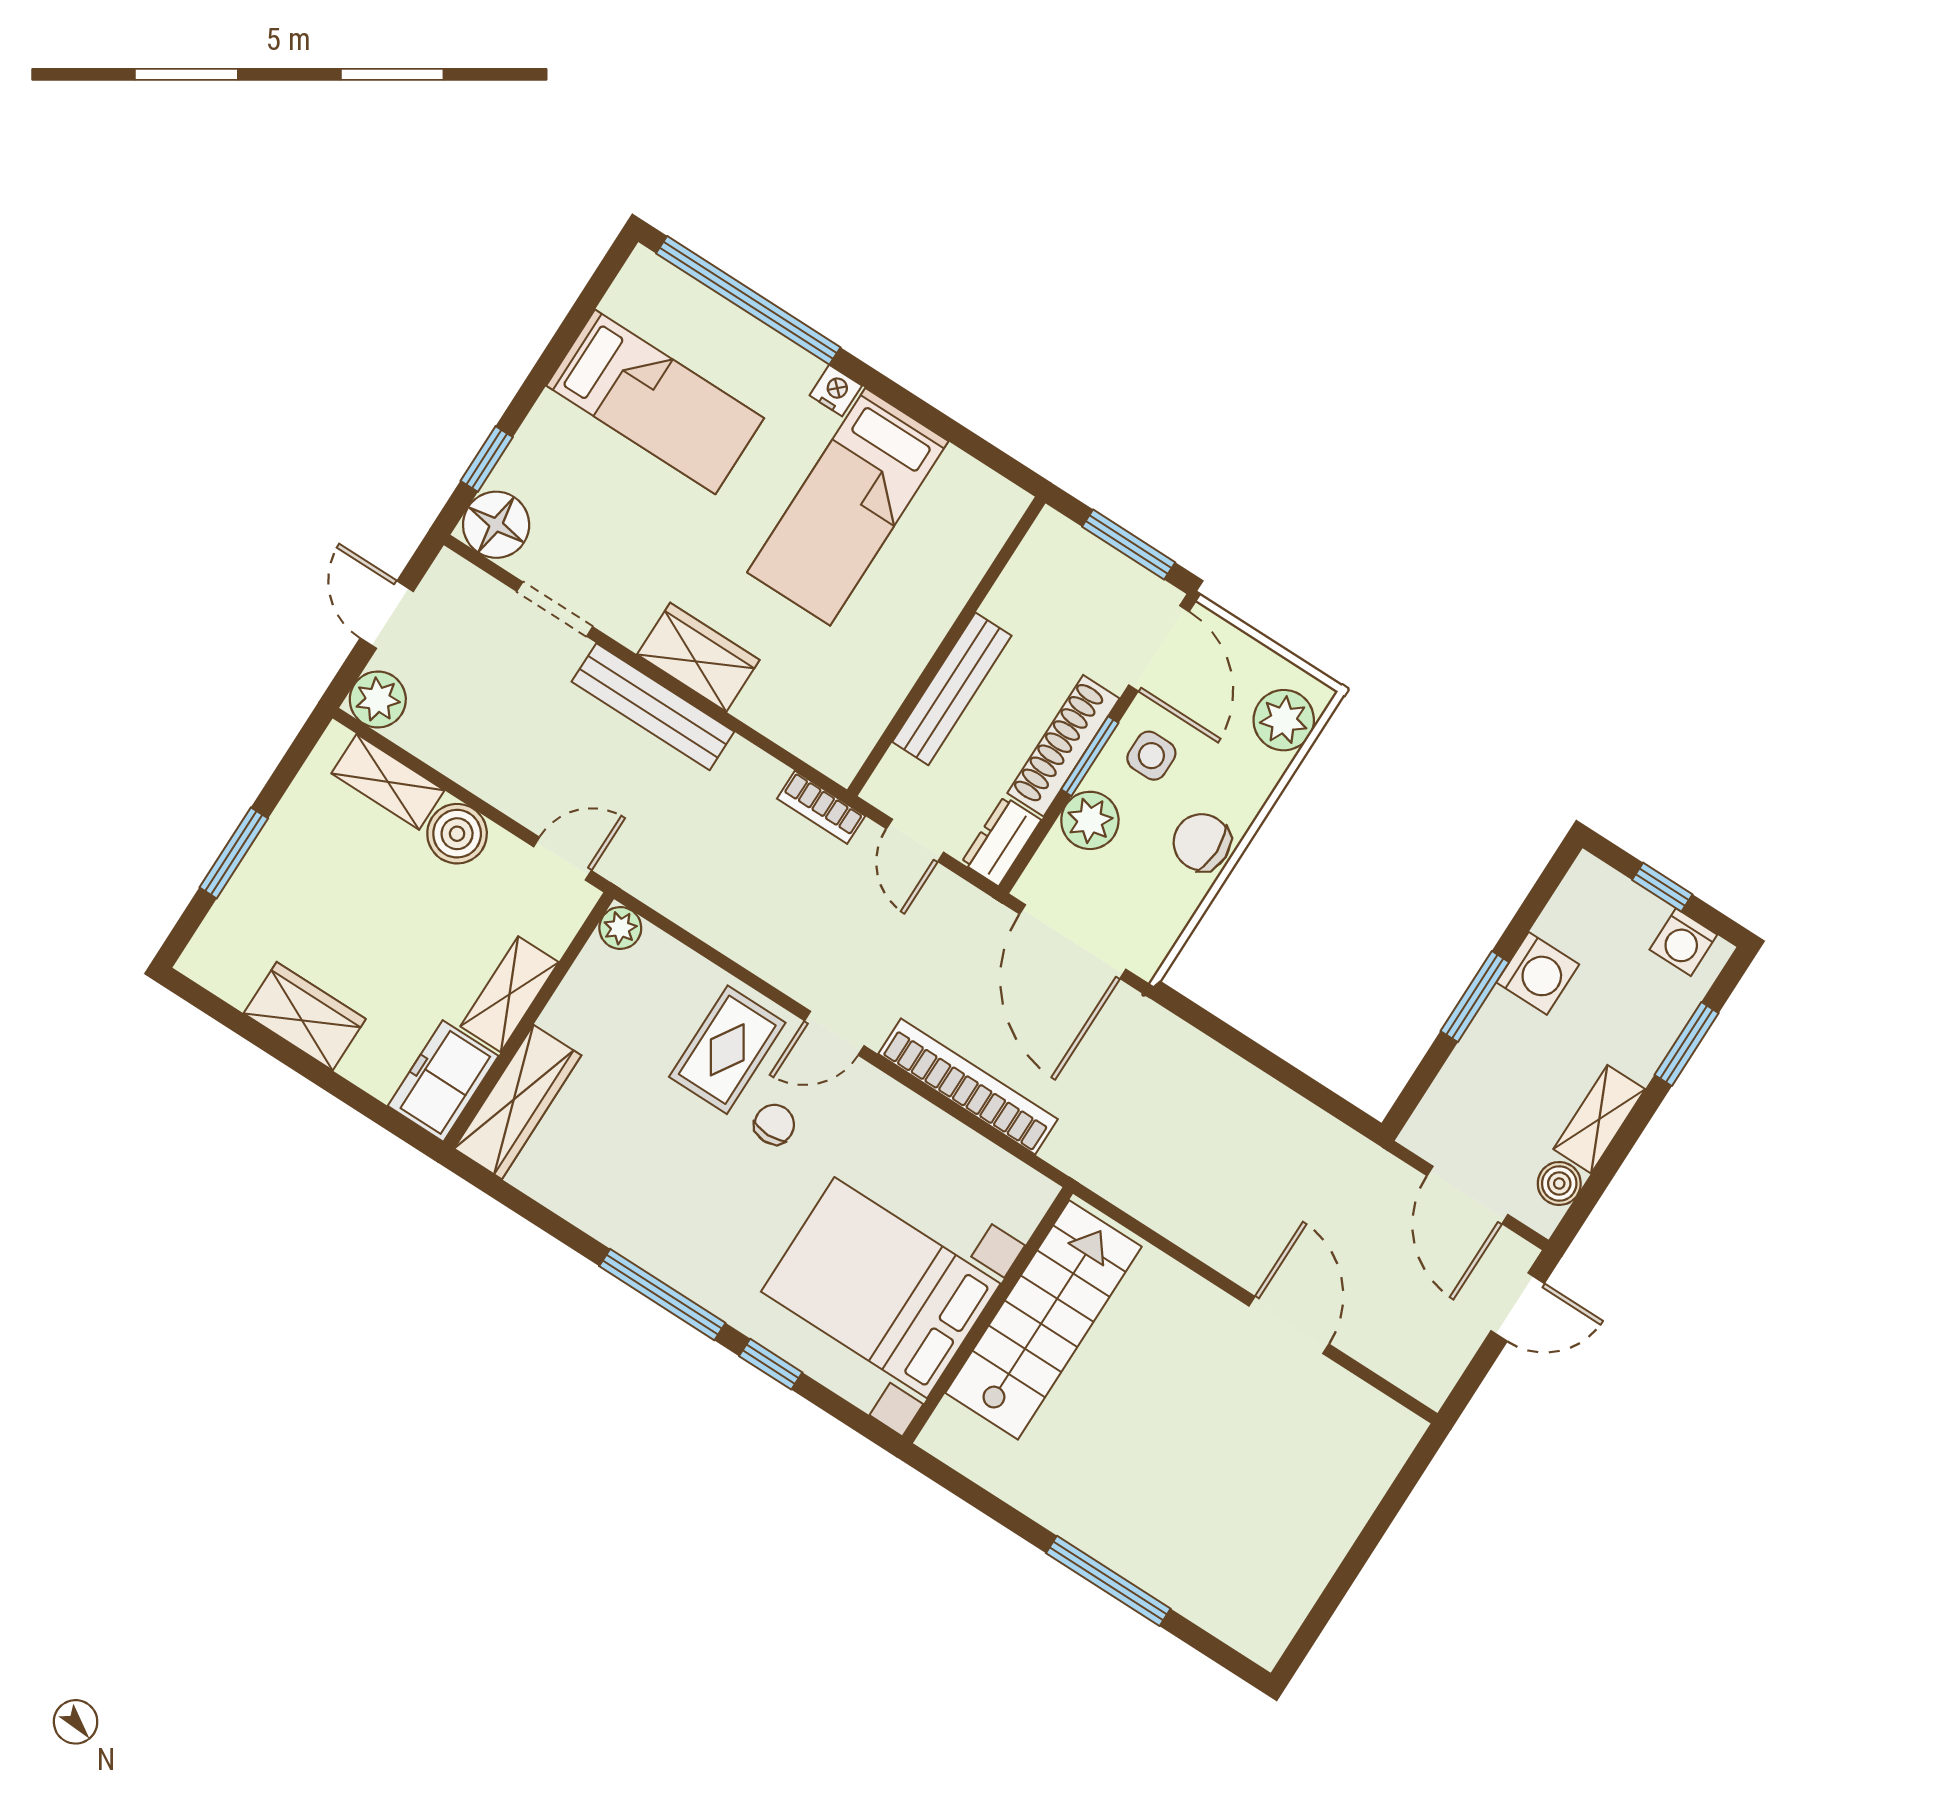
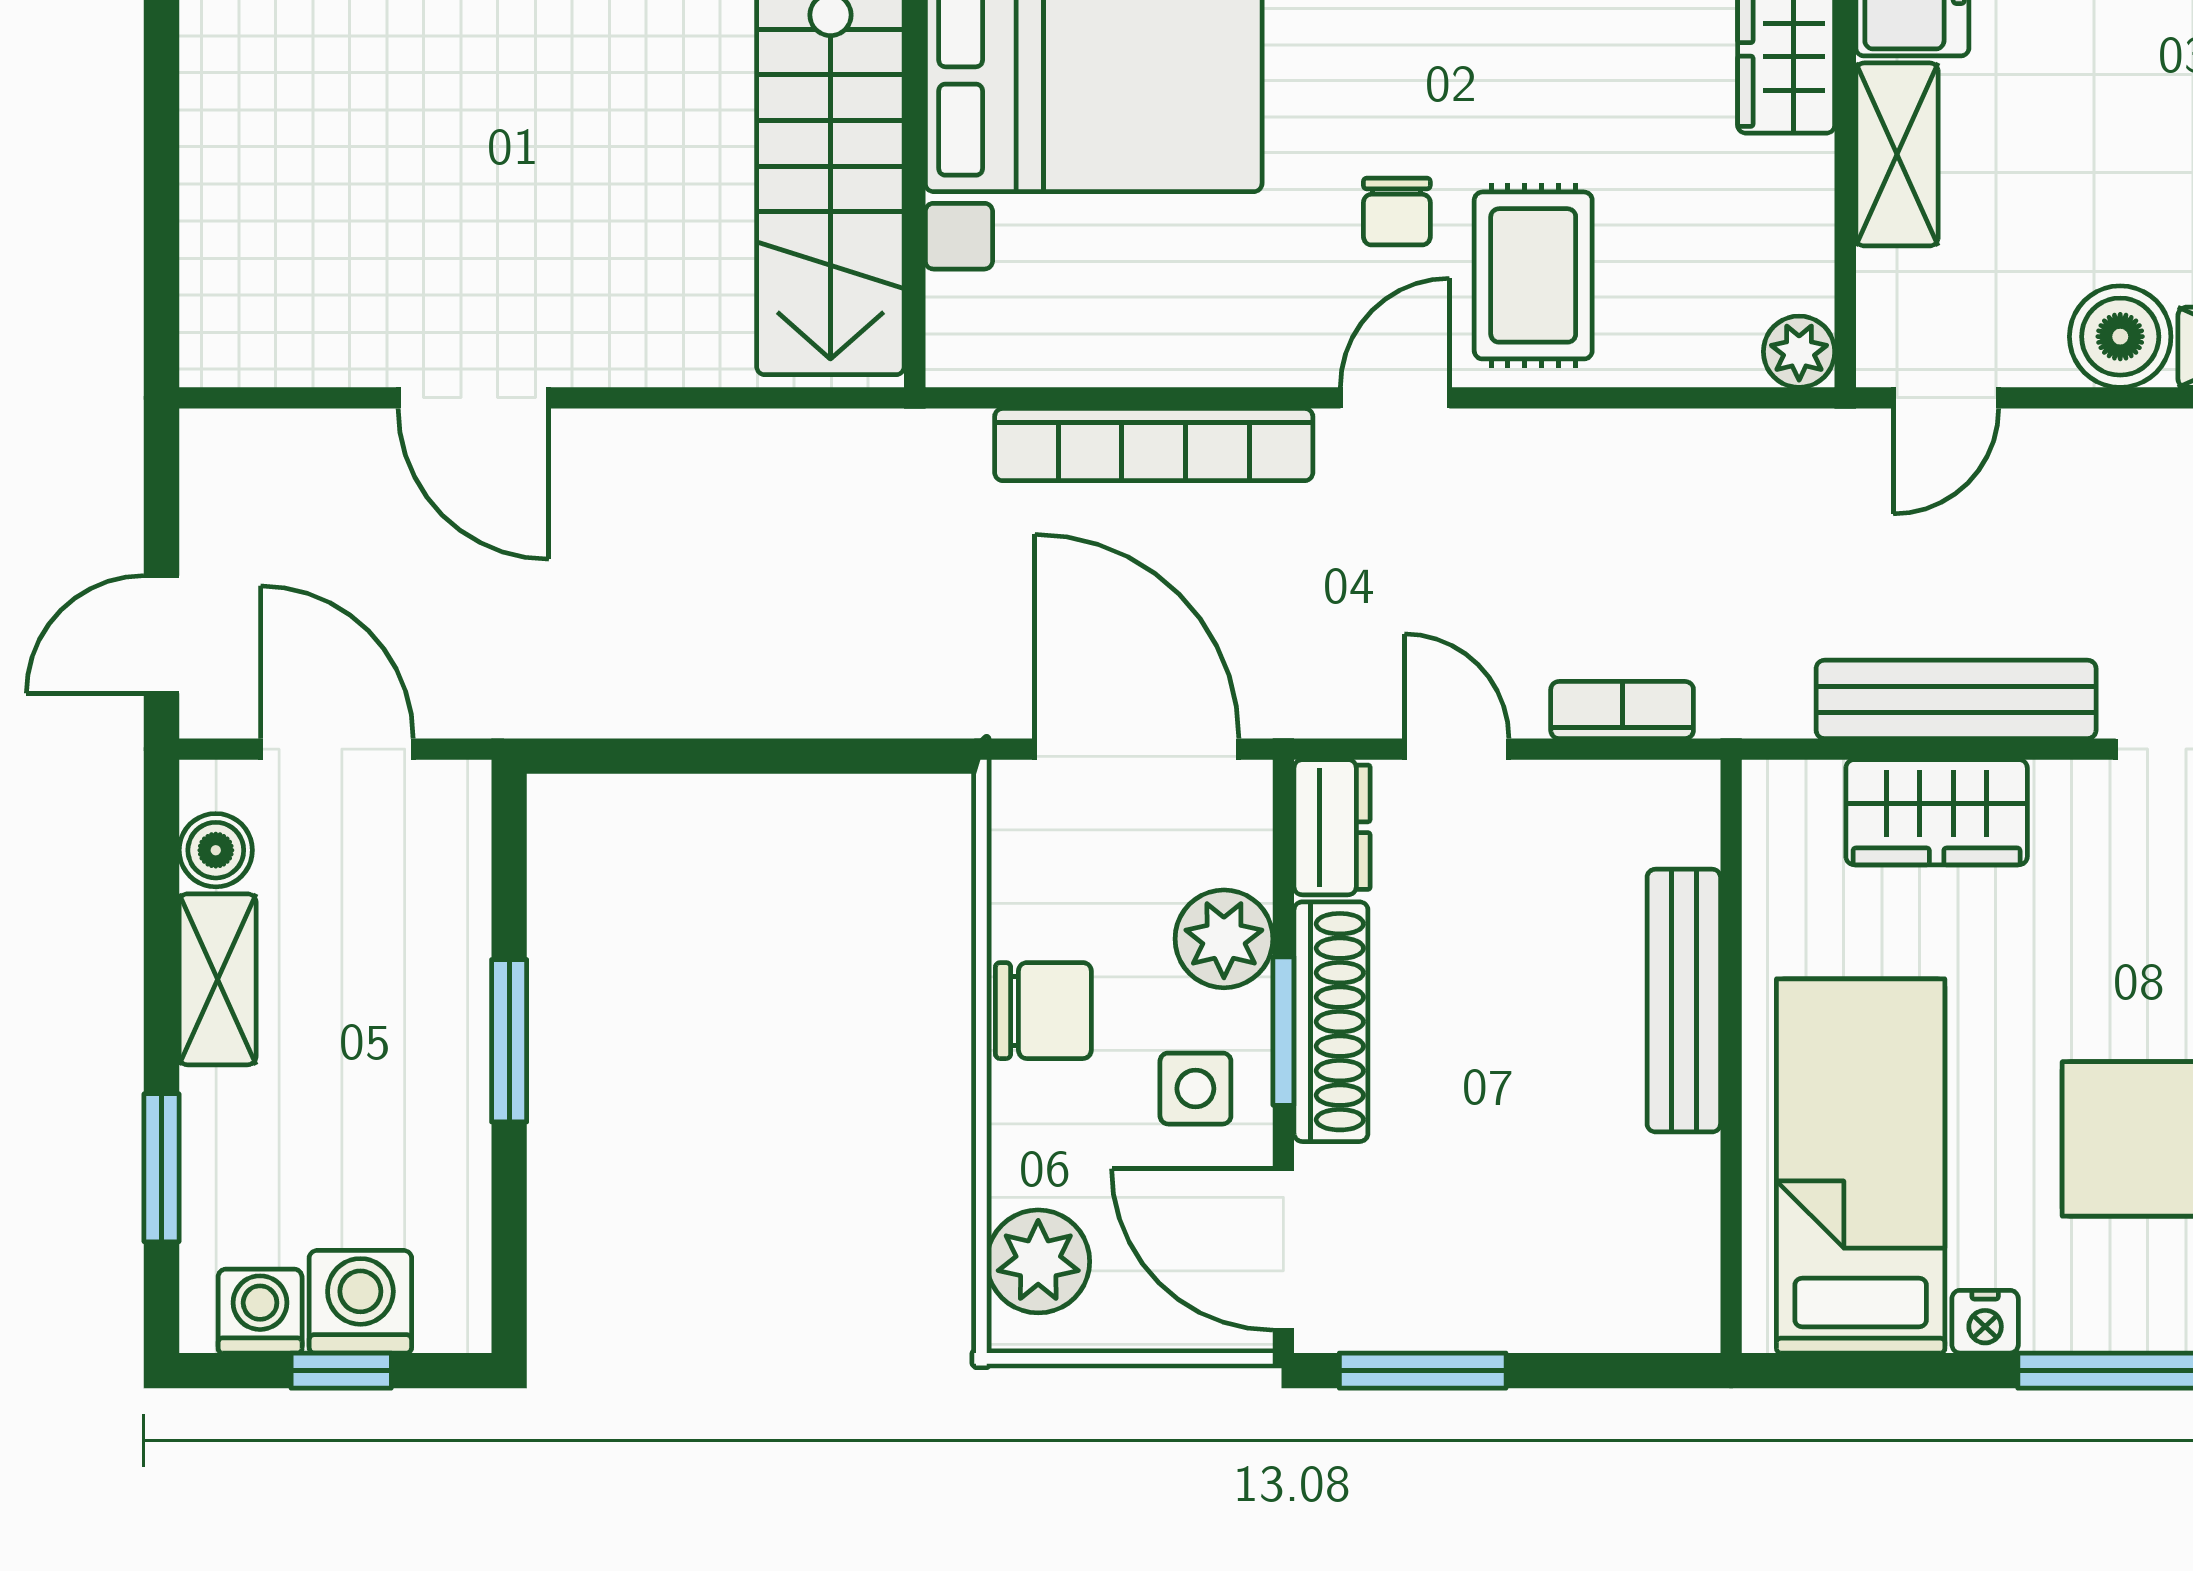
wall: (946, 646) -> (1731, 1056), moved
bench: (952, 689) -> (1684, 1001), moved
washing machine: (1538, 973) -> (360, 1302), moved, turned 90

